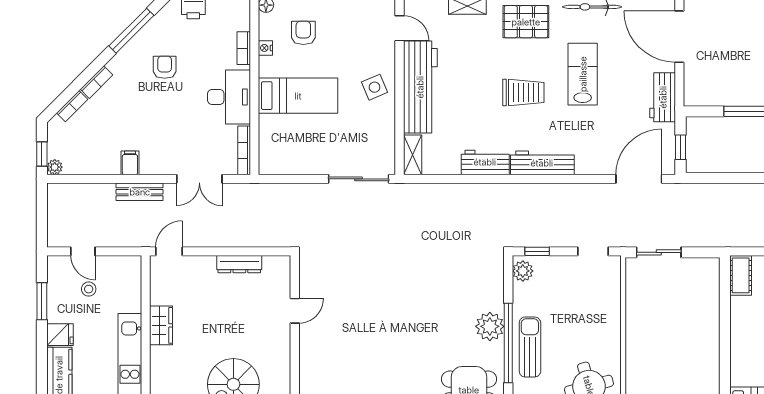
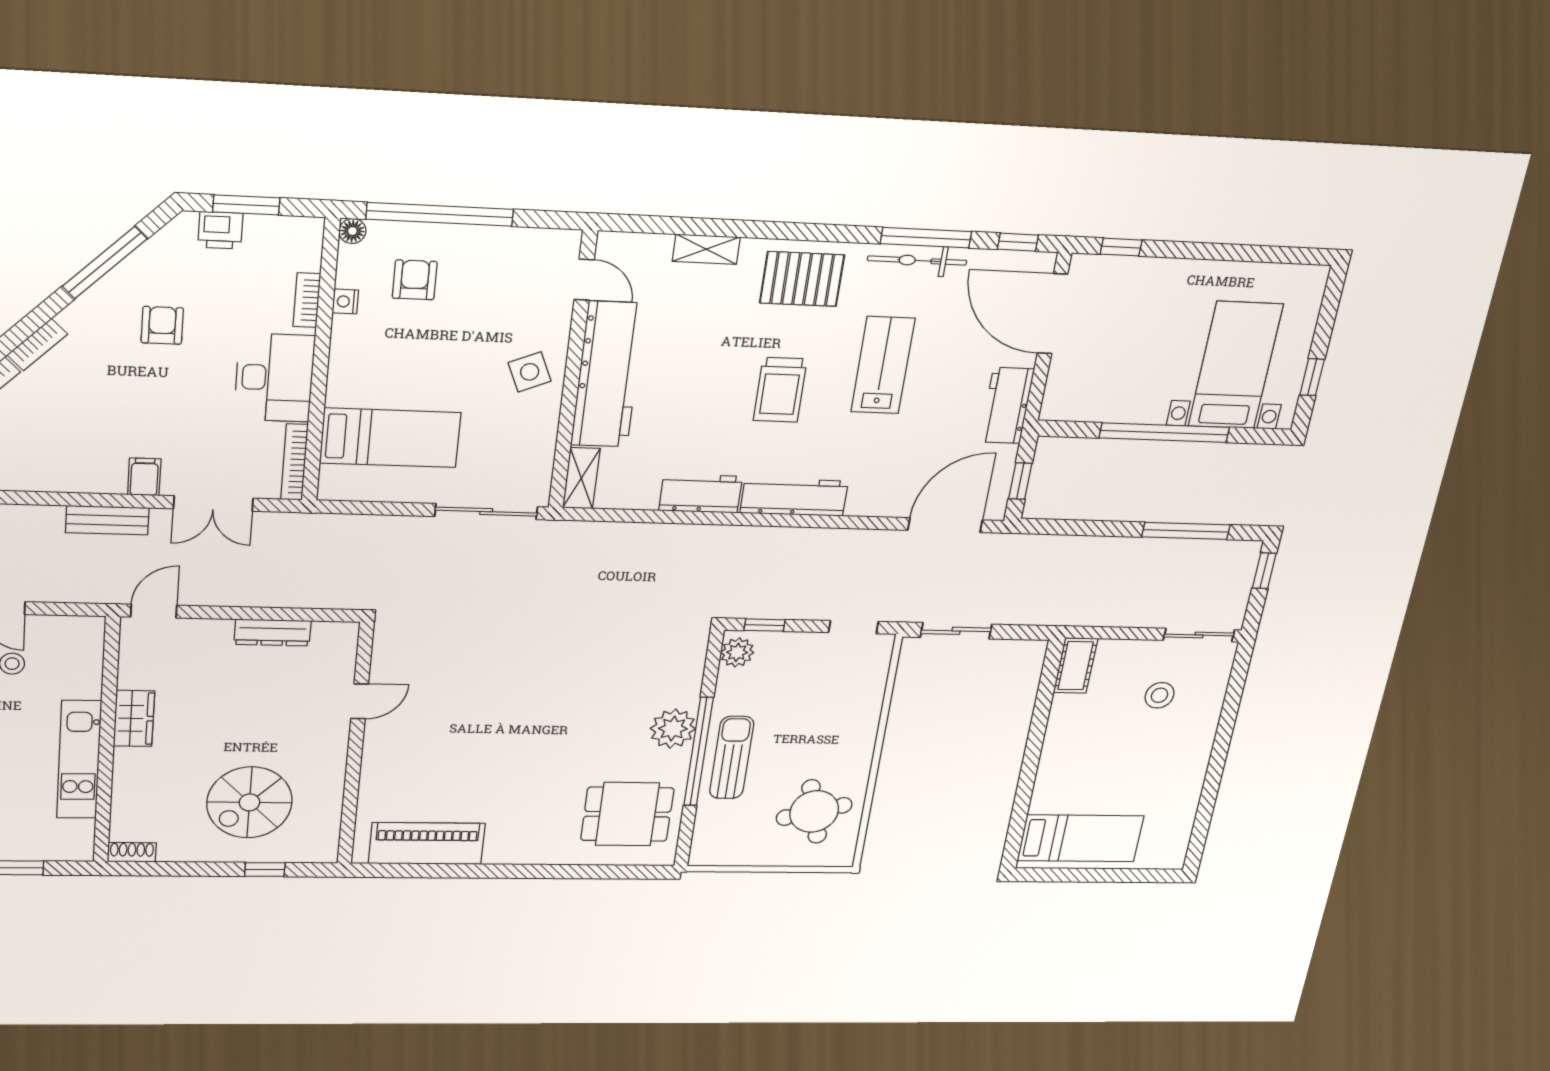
trolley: (523, 93) -> (780, 390), turned 90
bed: (298, 96) -> (390, 438), moved
filing cabinet: (130, 163) -> (144, 477), moved

